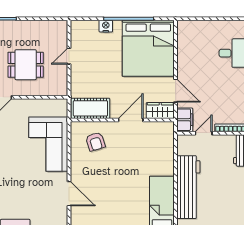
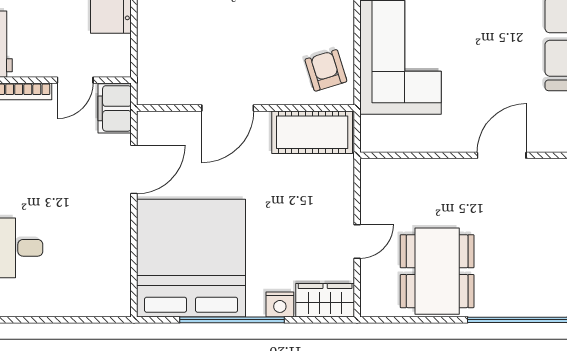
dining table: (26, 65) -> (437, 271), moved, width x1.37
door: (176, 91) -> (134, 169), swing flipped
wardrobe: (160, 111) -> (325, 300), moved, turned 180
armchair: (95, 142) -> (326, 70), moved

